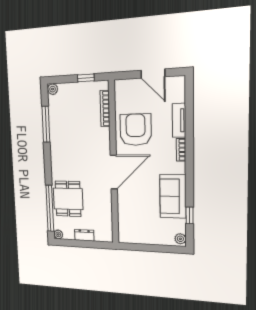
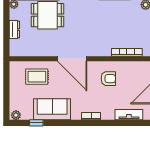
tv unit: (179, 120) -> (129, 115), moved
armchair: (136, 130) -> (108, 79), width x0.53, depth x0.53
rug: (135, 213) -> (37, 77), added

